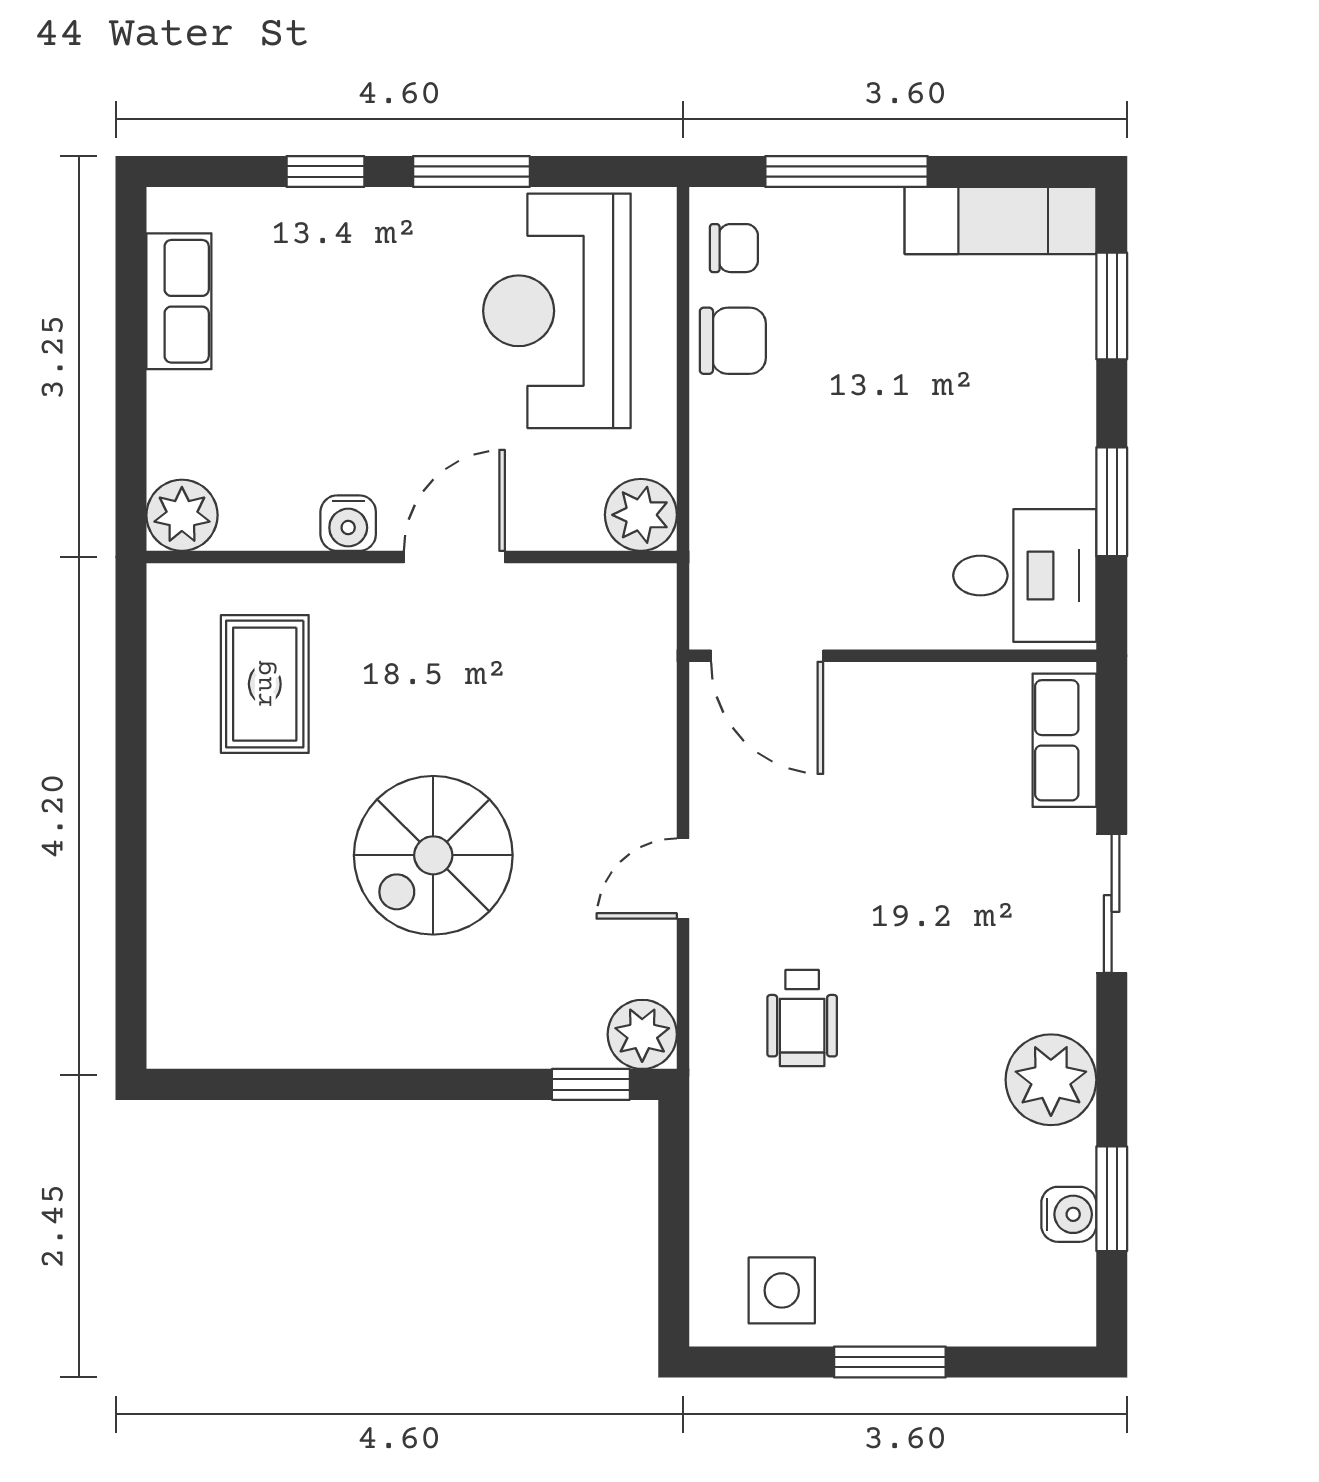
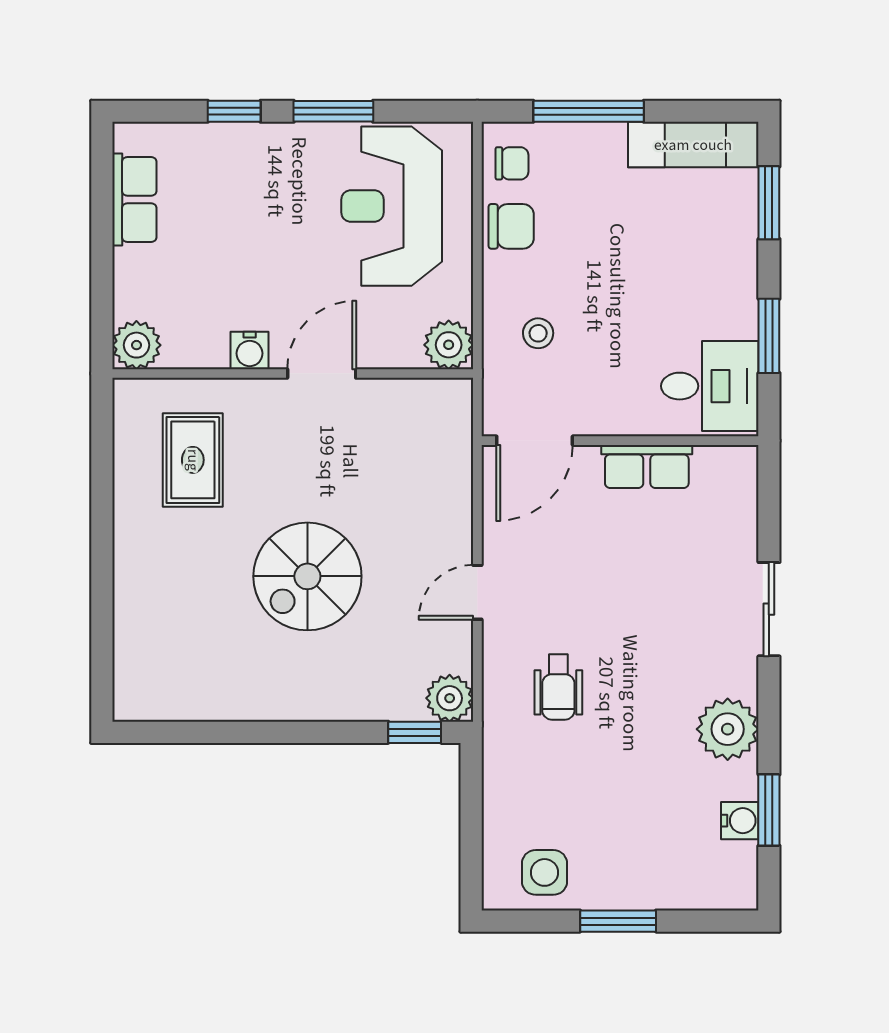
stool: (772, 498) -> (538, 333), added
door: (767, 656) -> (535, 441), hinge flipped
row of seats: (1064, 740) -> (647, 467), moved, turned -90

